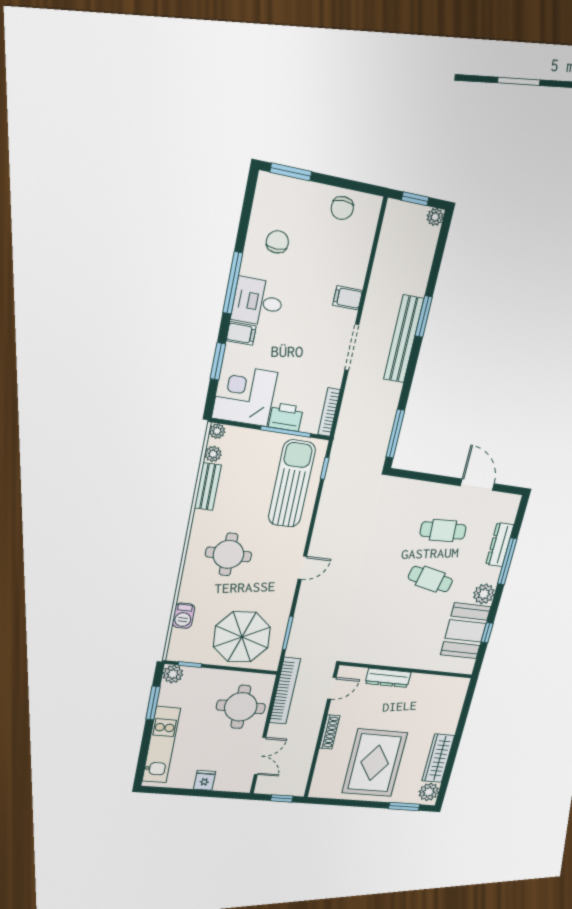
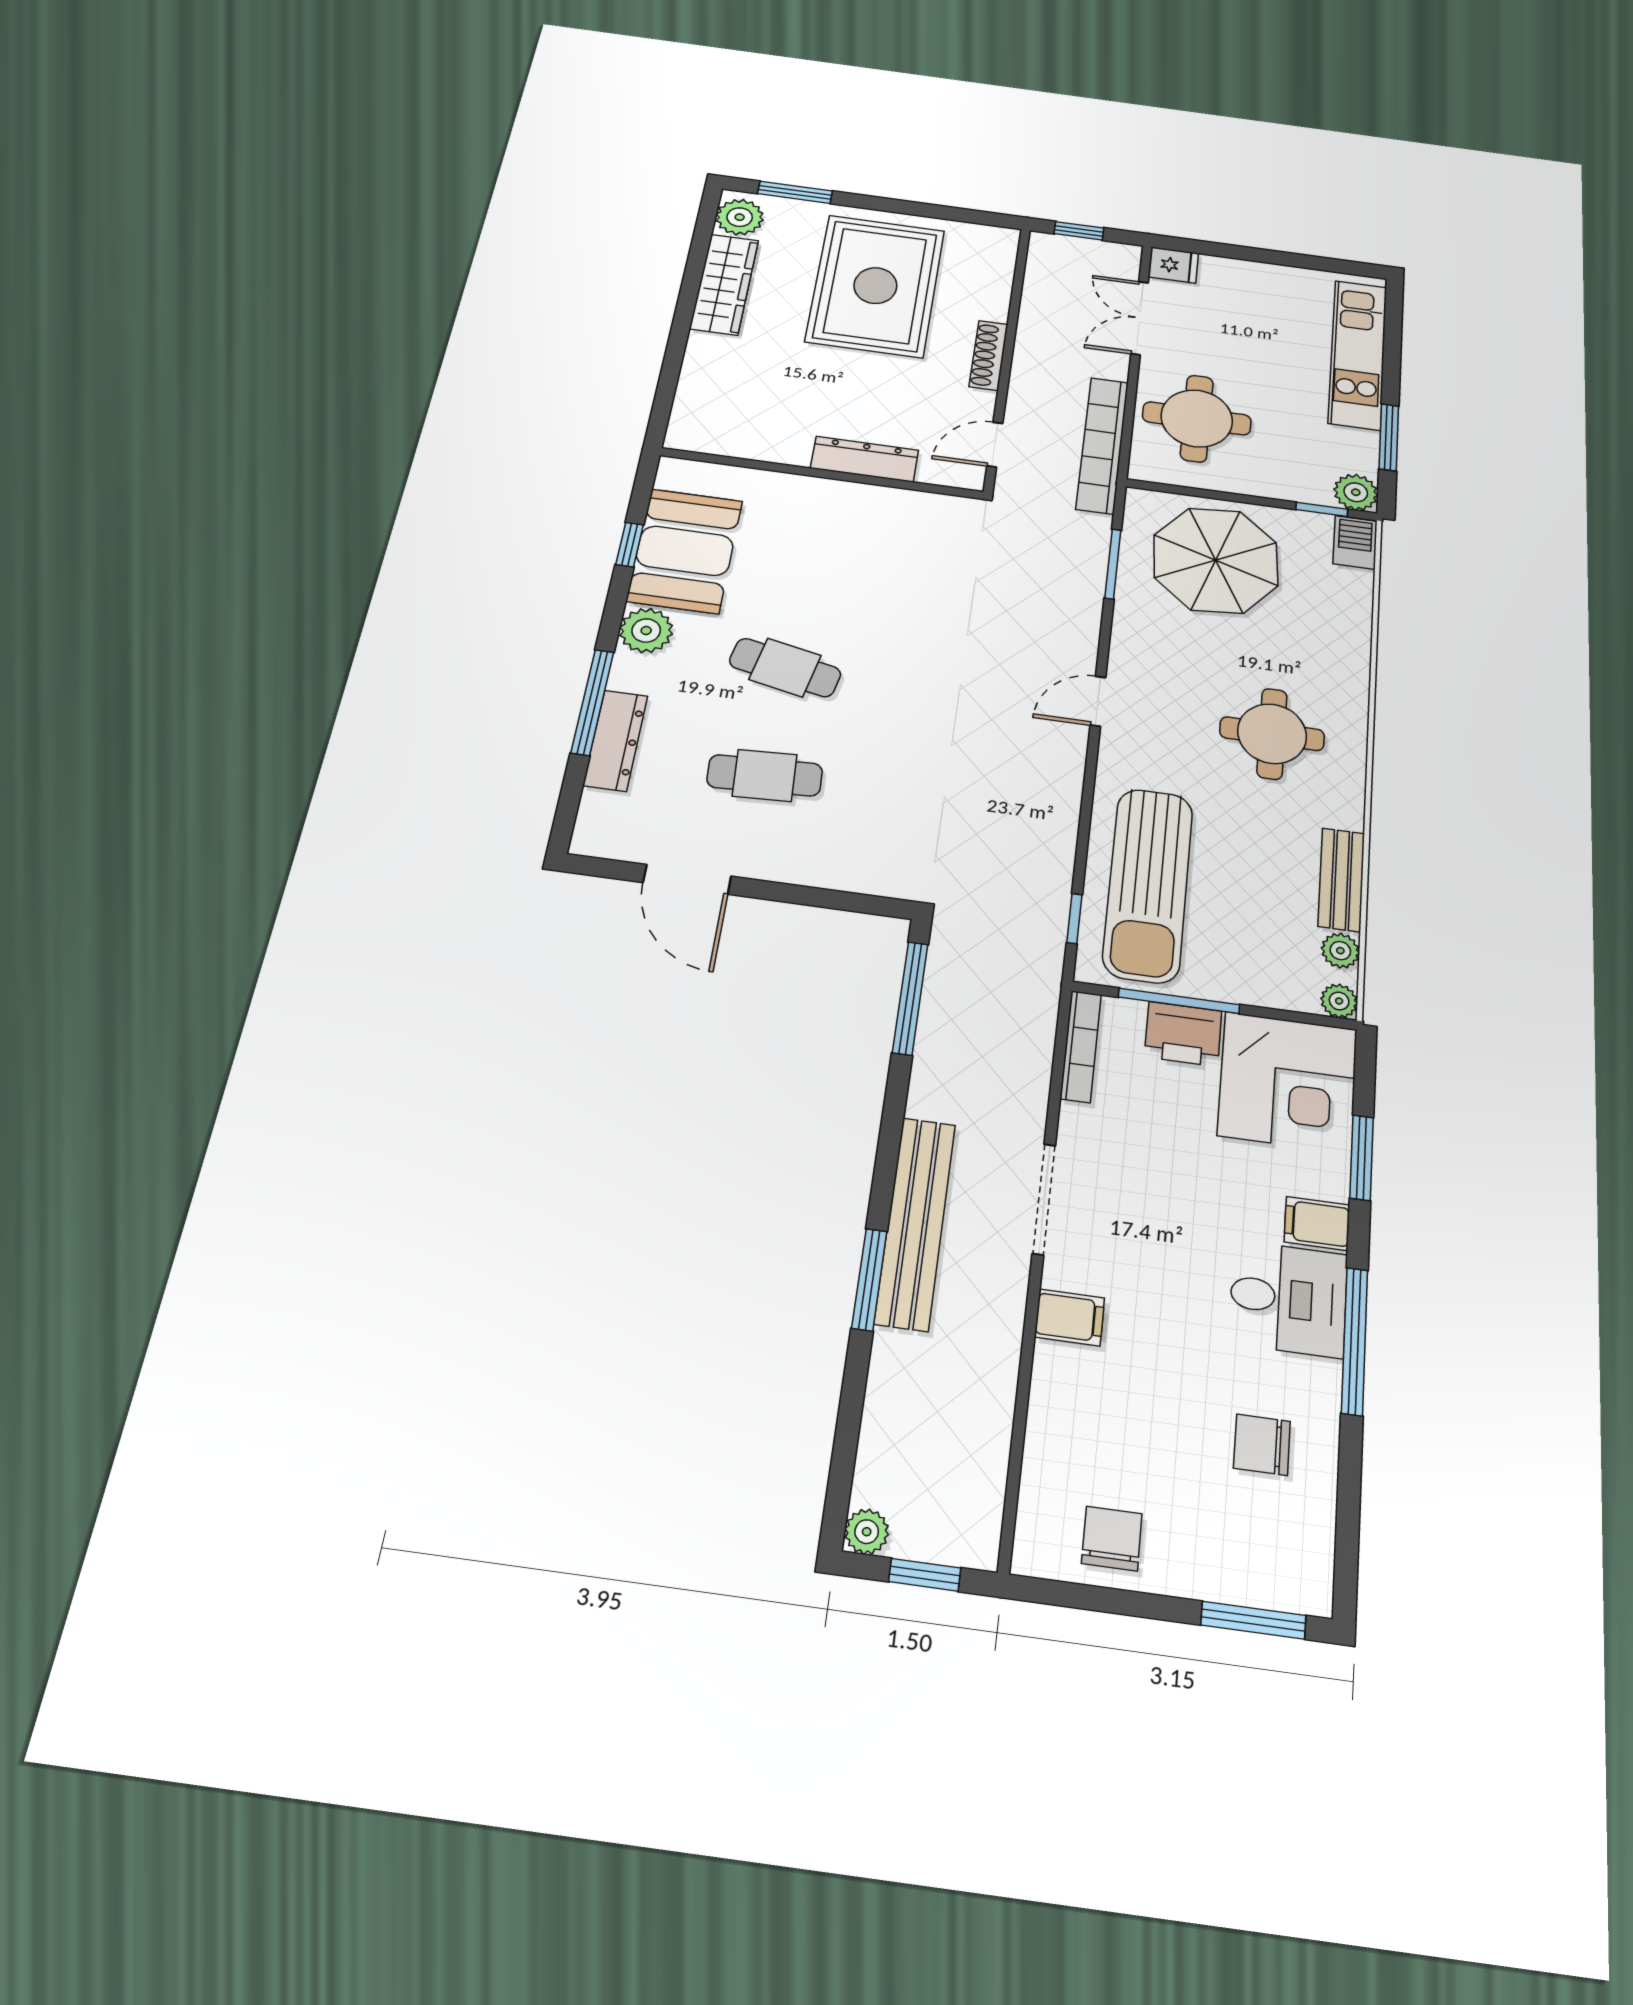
chair: (277, 242) -> (1262, 1445), turned 90
barbecue: (183, 616) -> (1355, 542), moved
fridge: (205, 780) -> (1173, 265), moved, turned -90

